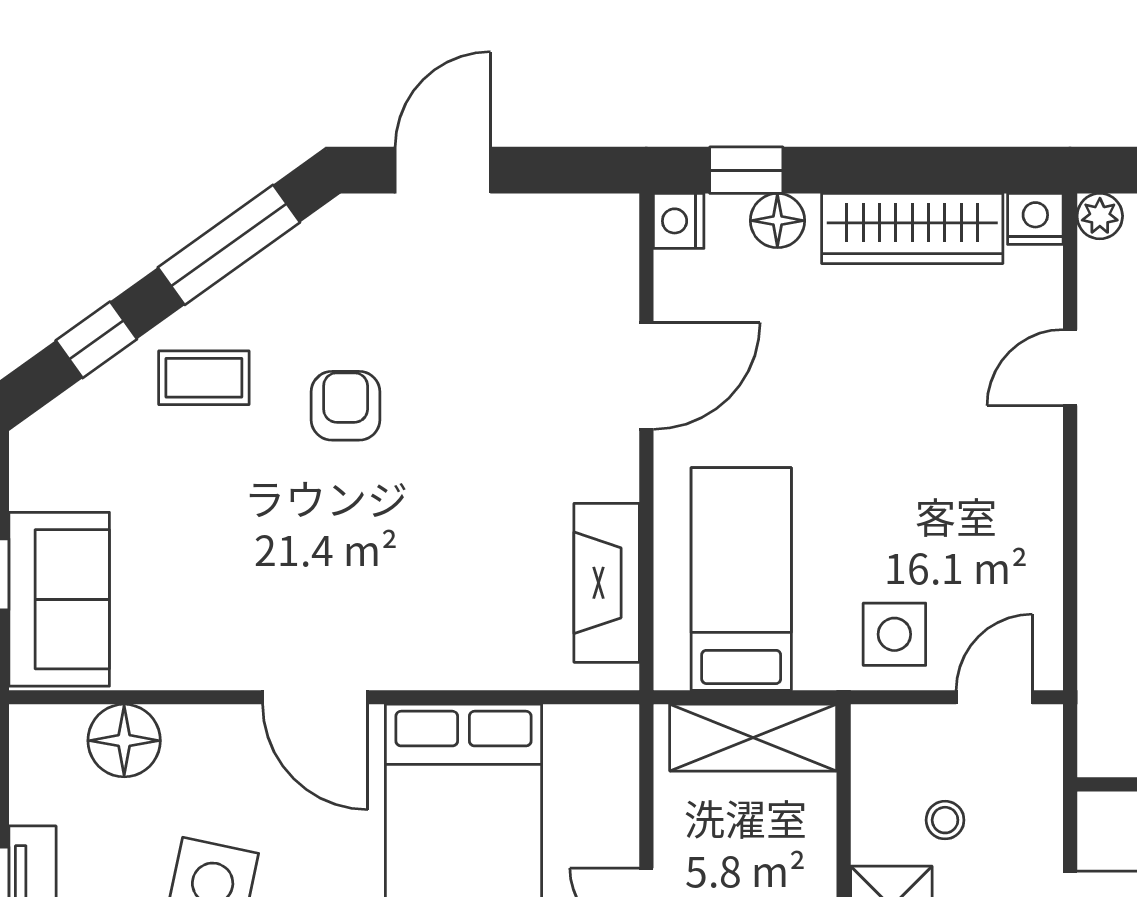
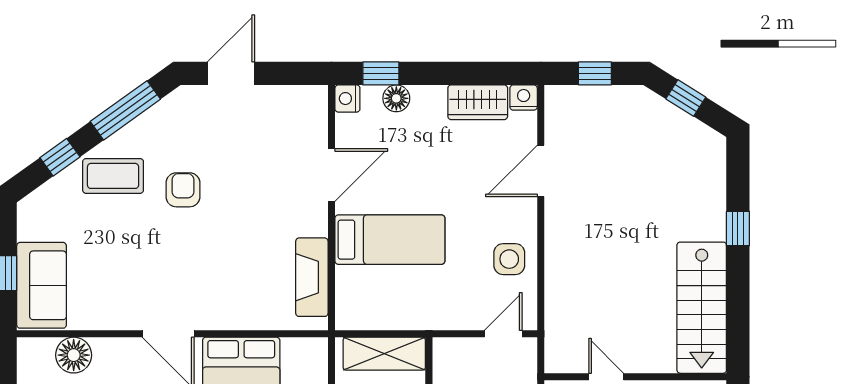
plant: (1100, 216) -> (555, 96), removed
wardrobe: (912, 228) -> (478, 102), width x0.67
door: (1070, 368) -> (541, 171), width x1.38
coffee table: (204, 378) -> (113, 176), width x1.36, depth x1.30
bed: (741, 579) -> (390, 240), moved, turned 90
side table: (894, 634) -> (509, 259), moved

